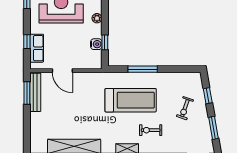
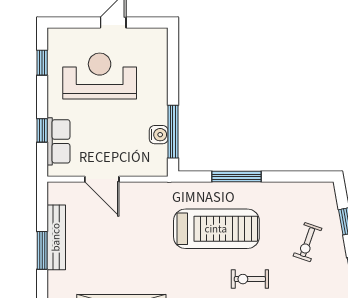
plant: (97, 18) -> (160, 91), removed
window: (105, 42) -> (173, 132), width x2.17
bench: (35, 92) -> (56, 237), moved
window: (27, 93) -> (42, 250), moved

